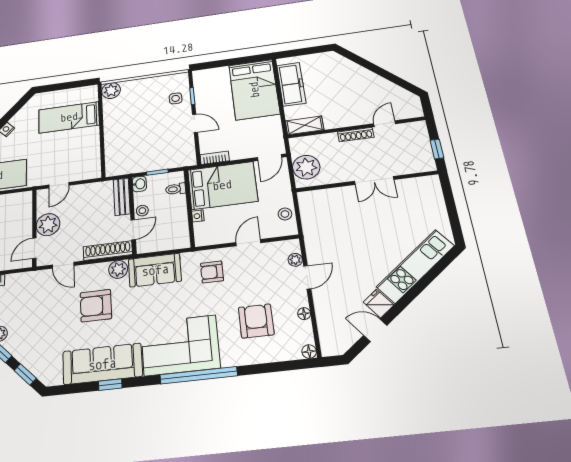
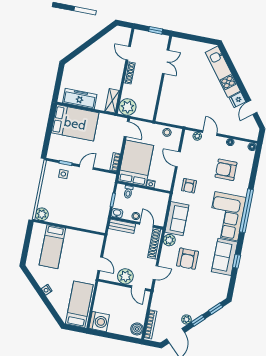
plant: (306, 167) -> (127, 107), moved
double door: (374, 180) -> (166, 62), moved
sofa: (102, 364) -> (224, 257), width x0.73

